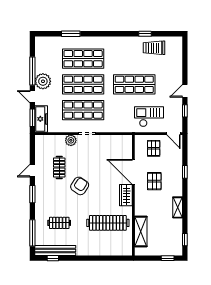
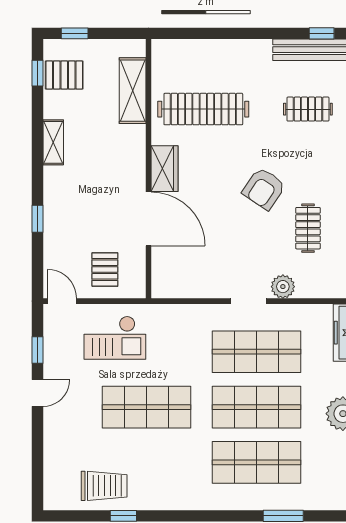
pallet: (154, 181) -> (64, 75), moved, turned 90

